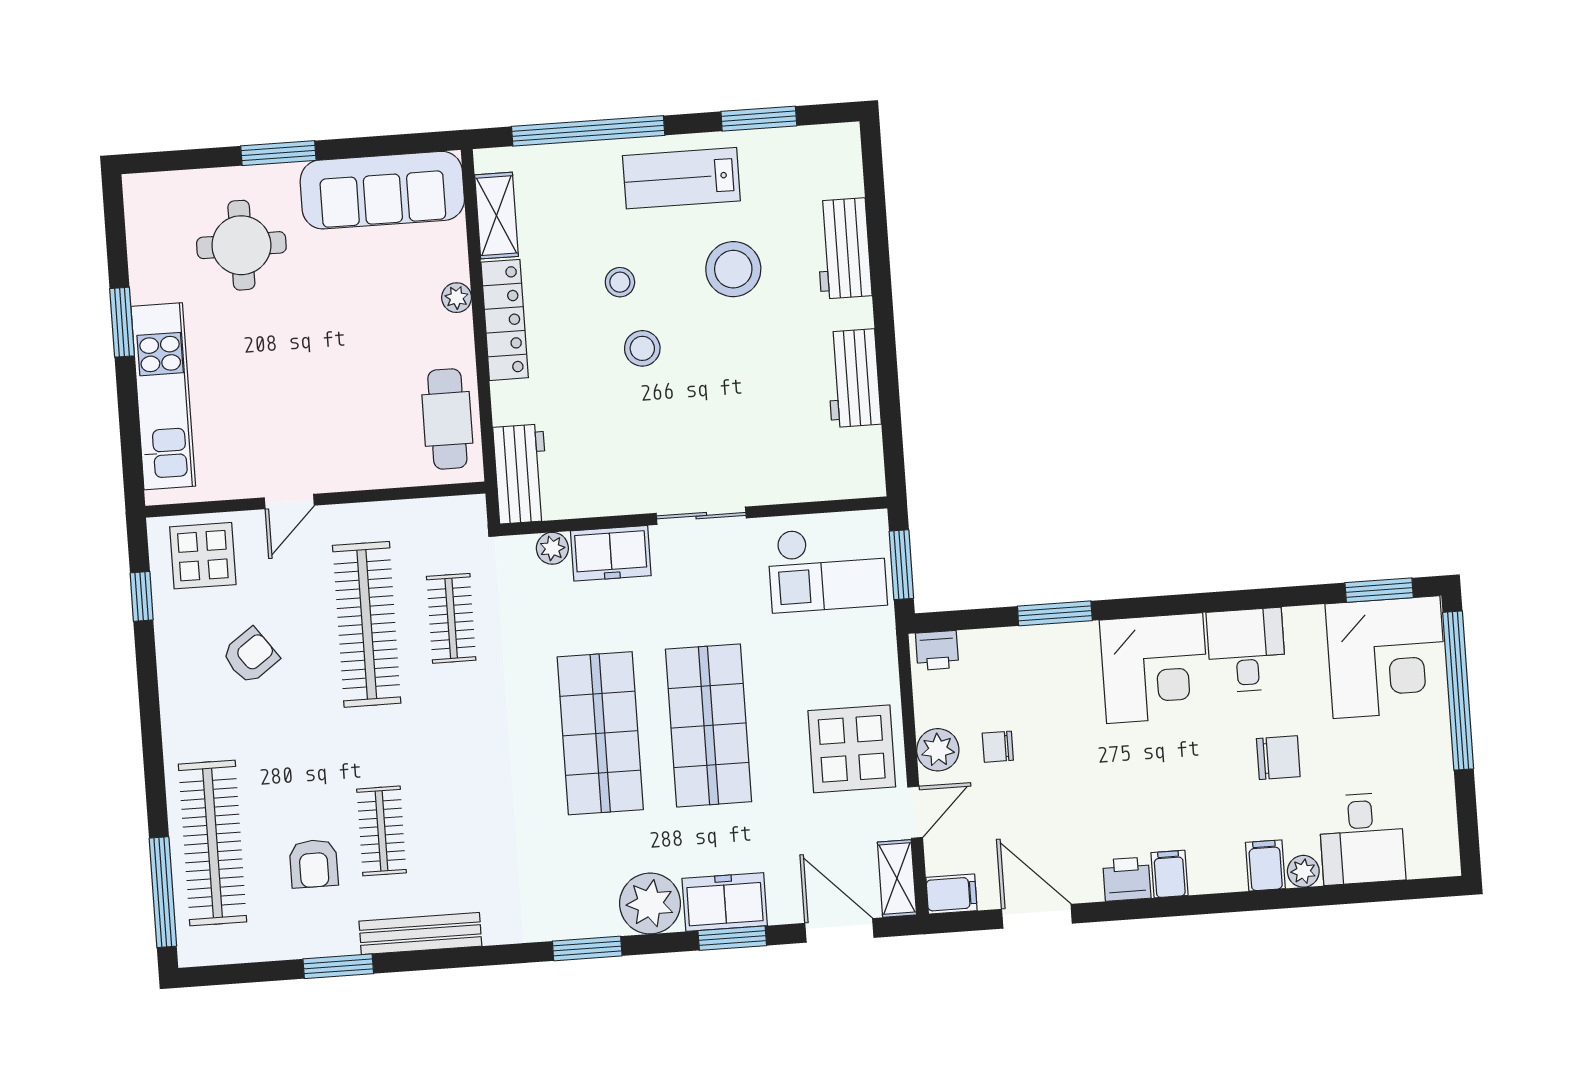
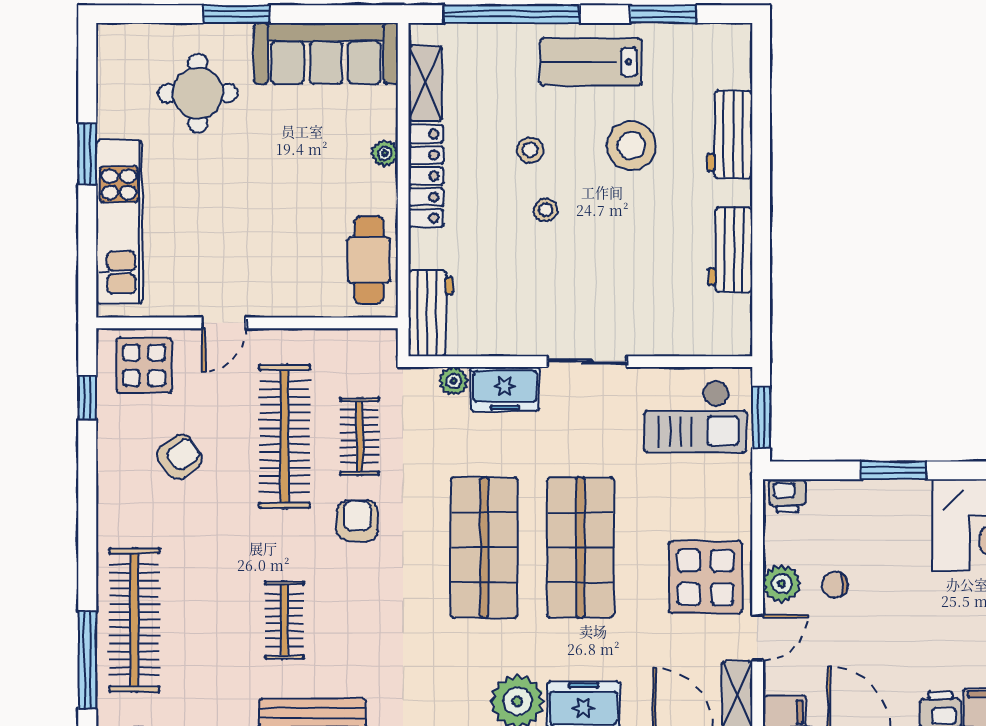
stool: (642, 348) -> (546, 210), width x0.73, depth x0.73
armchair: (314, 864) -> (357, 521), moved, turned 180

